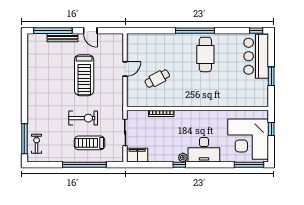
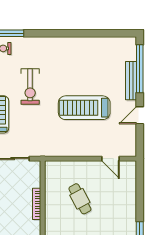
door: (125, 69) -> (110, 159), moved
exercise bike: (83, 118) -> (30, 86), moved

